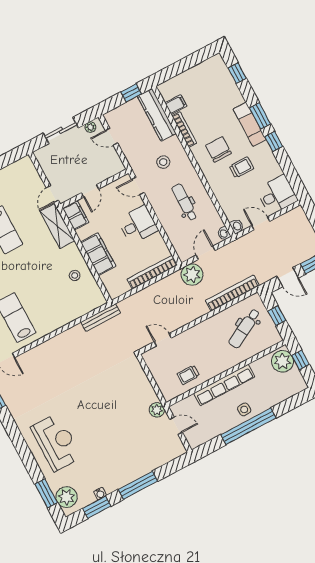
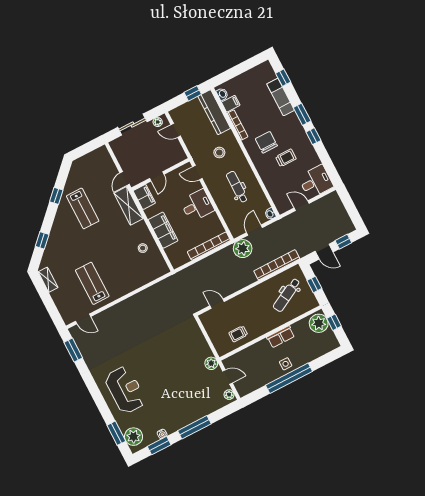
exam couch: (250, 124) -> (281, 97), moved
washbasin: (237, 226) -> (222, 94), moved
bench: (101, 317) -> (164, 284), removed
row of seats: (224, 385) -> (281, 337), width x0.50
plant: (178, 446) -> (229, 395), added

